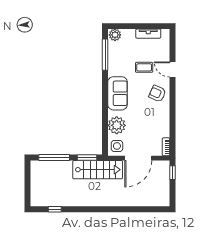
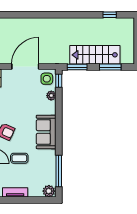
plant: (117, 125) -> (51, 96), width x0.53, depth x0.53
window: (105, 144) -> (59, 81), added
window: (54, 158) -> (110, 67), width x0.69
stairs: (98, 170) -> (95, 55), moved

